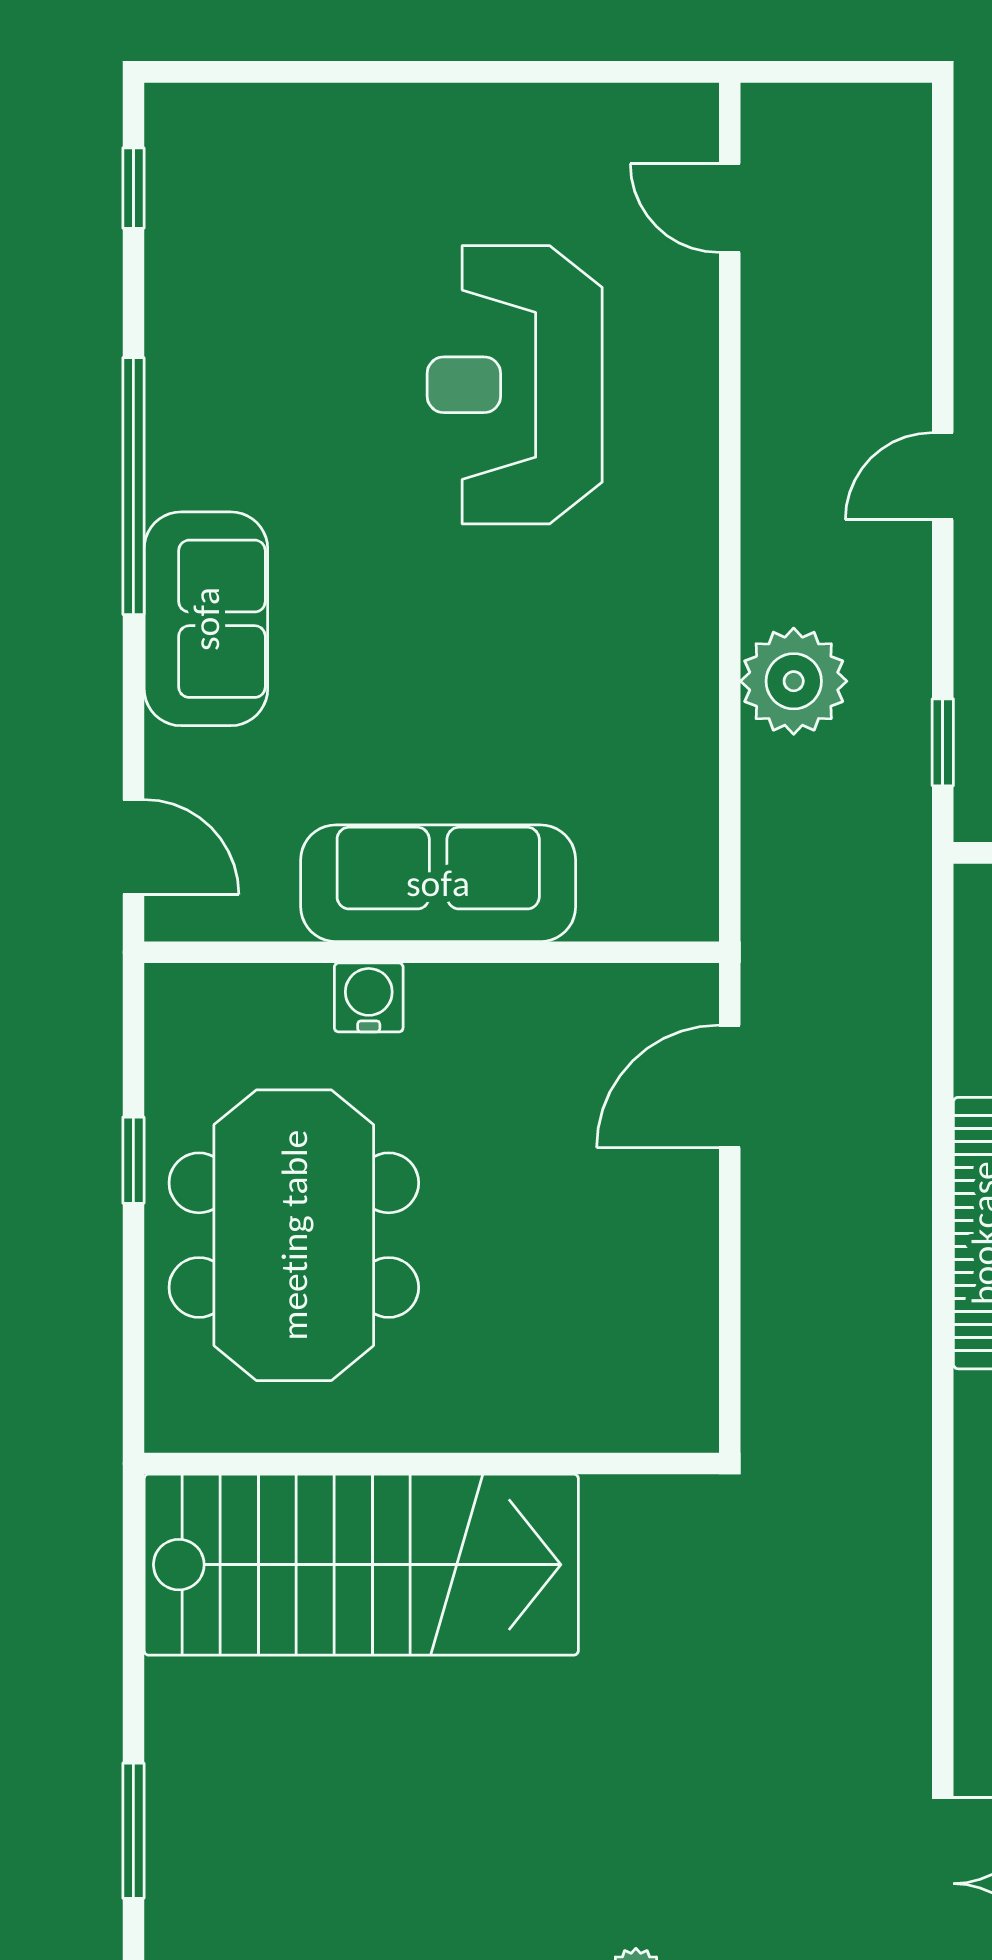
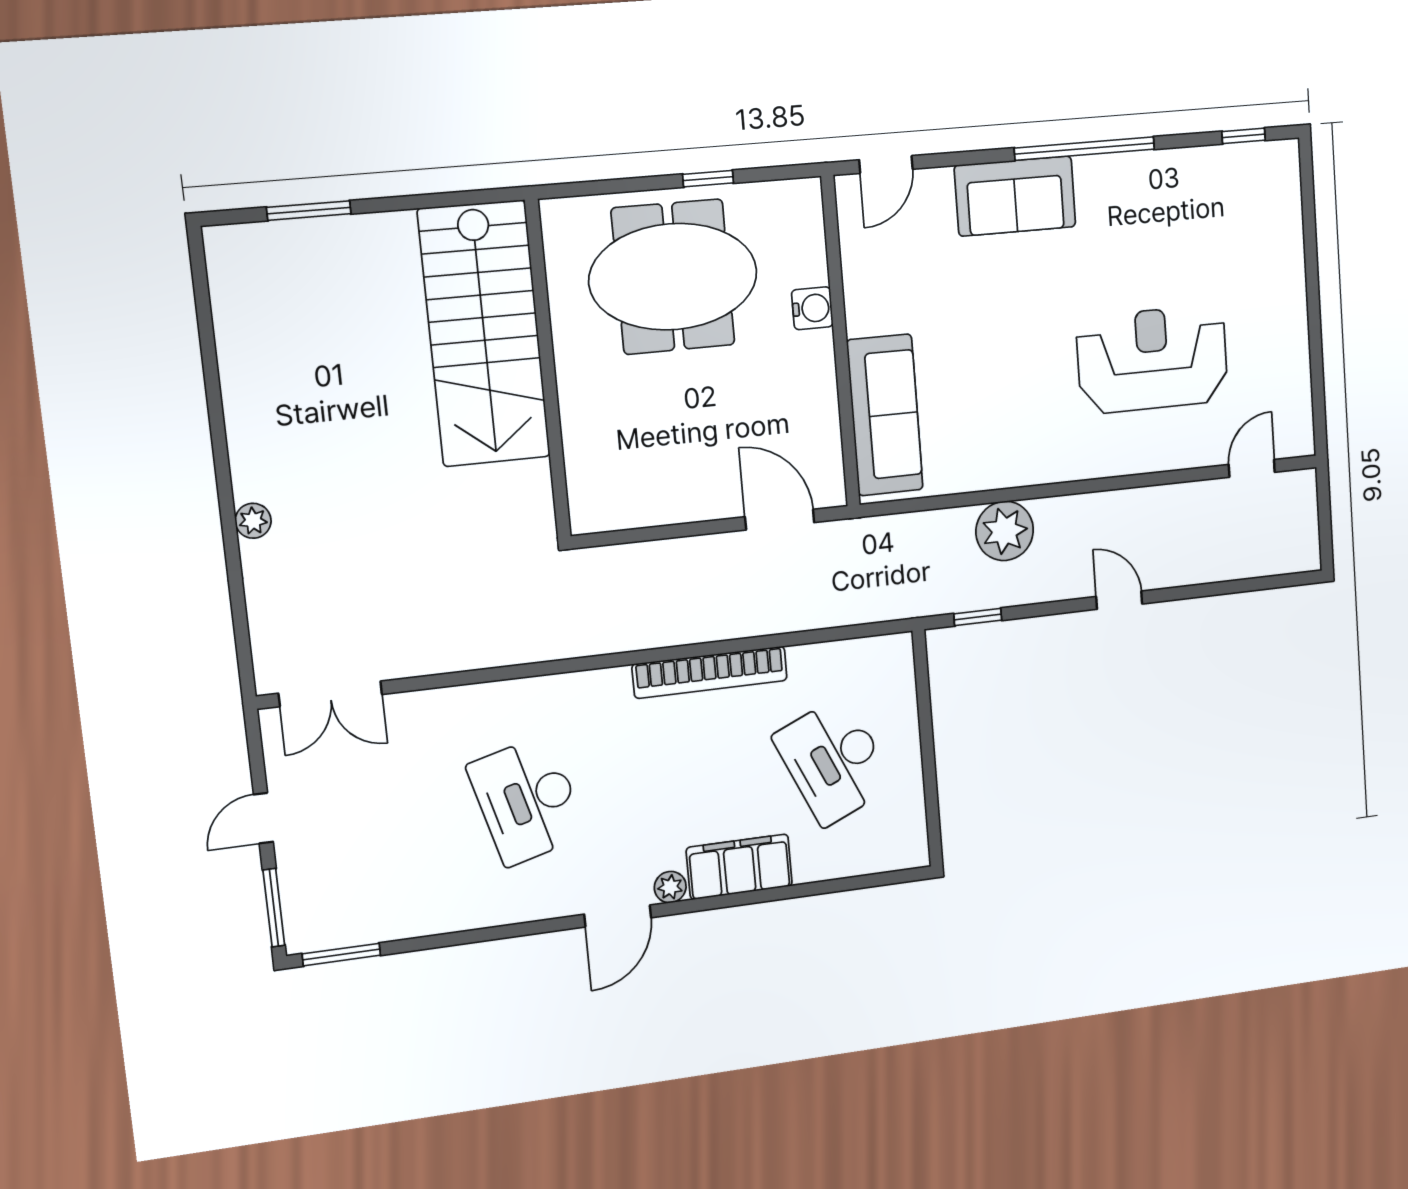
sofa: (438, 883) -> (885, 415), moved

